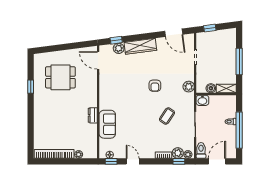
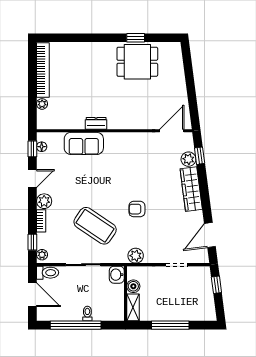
dining table: (60, 77) -> (137, 62), moved, turned 90
coffee table: (167, 116) -> (95, 226), width x1.86, depth x1.72
plant: (178, 153) -> (44, 201), moved

